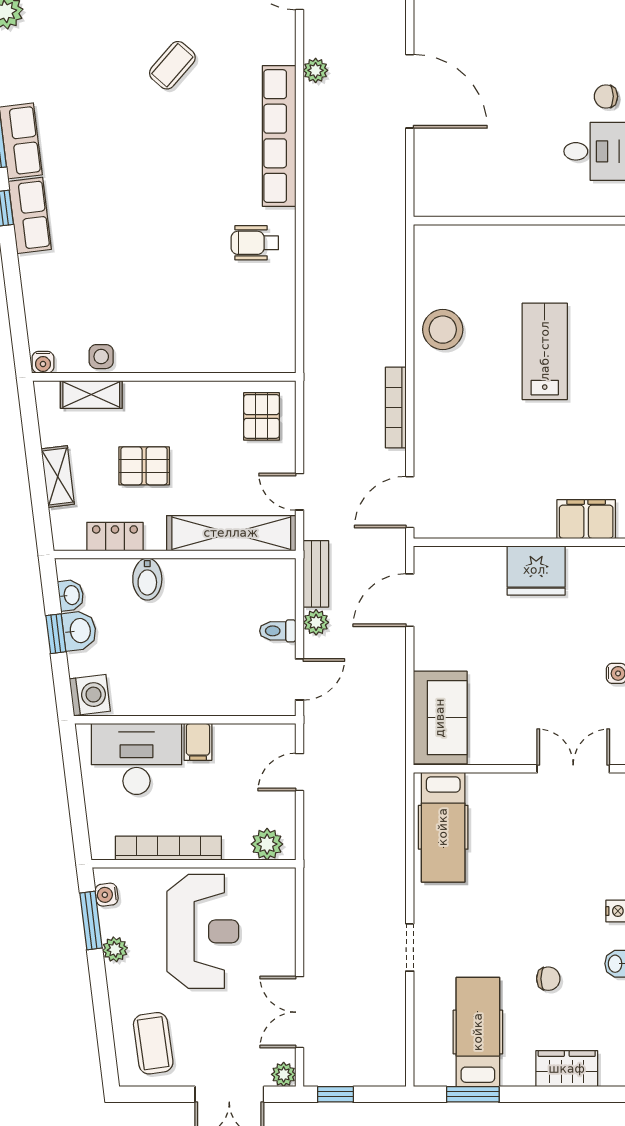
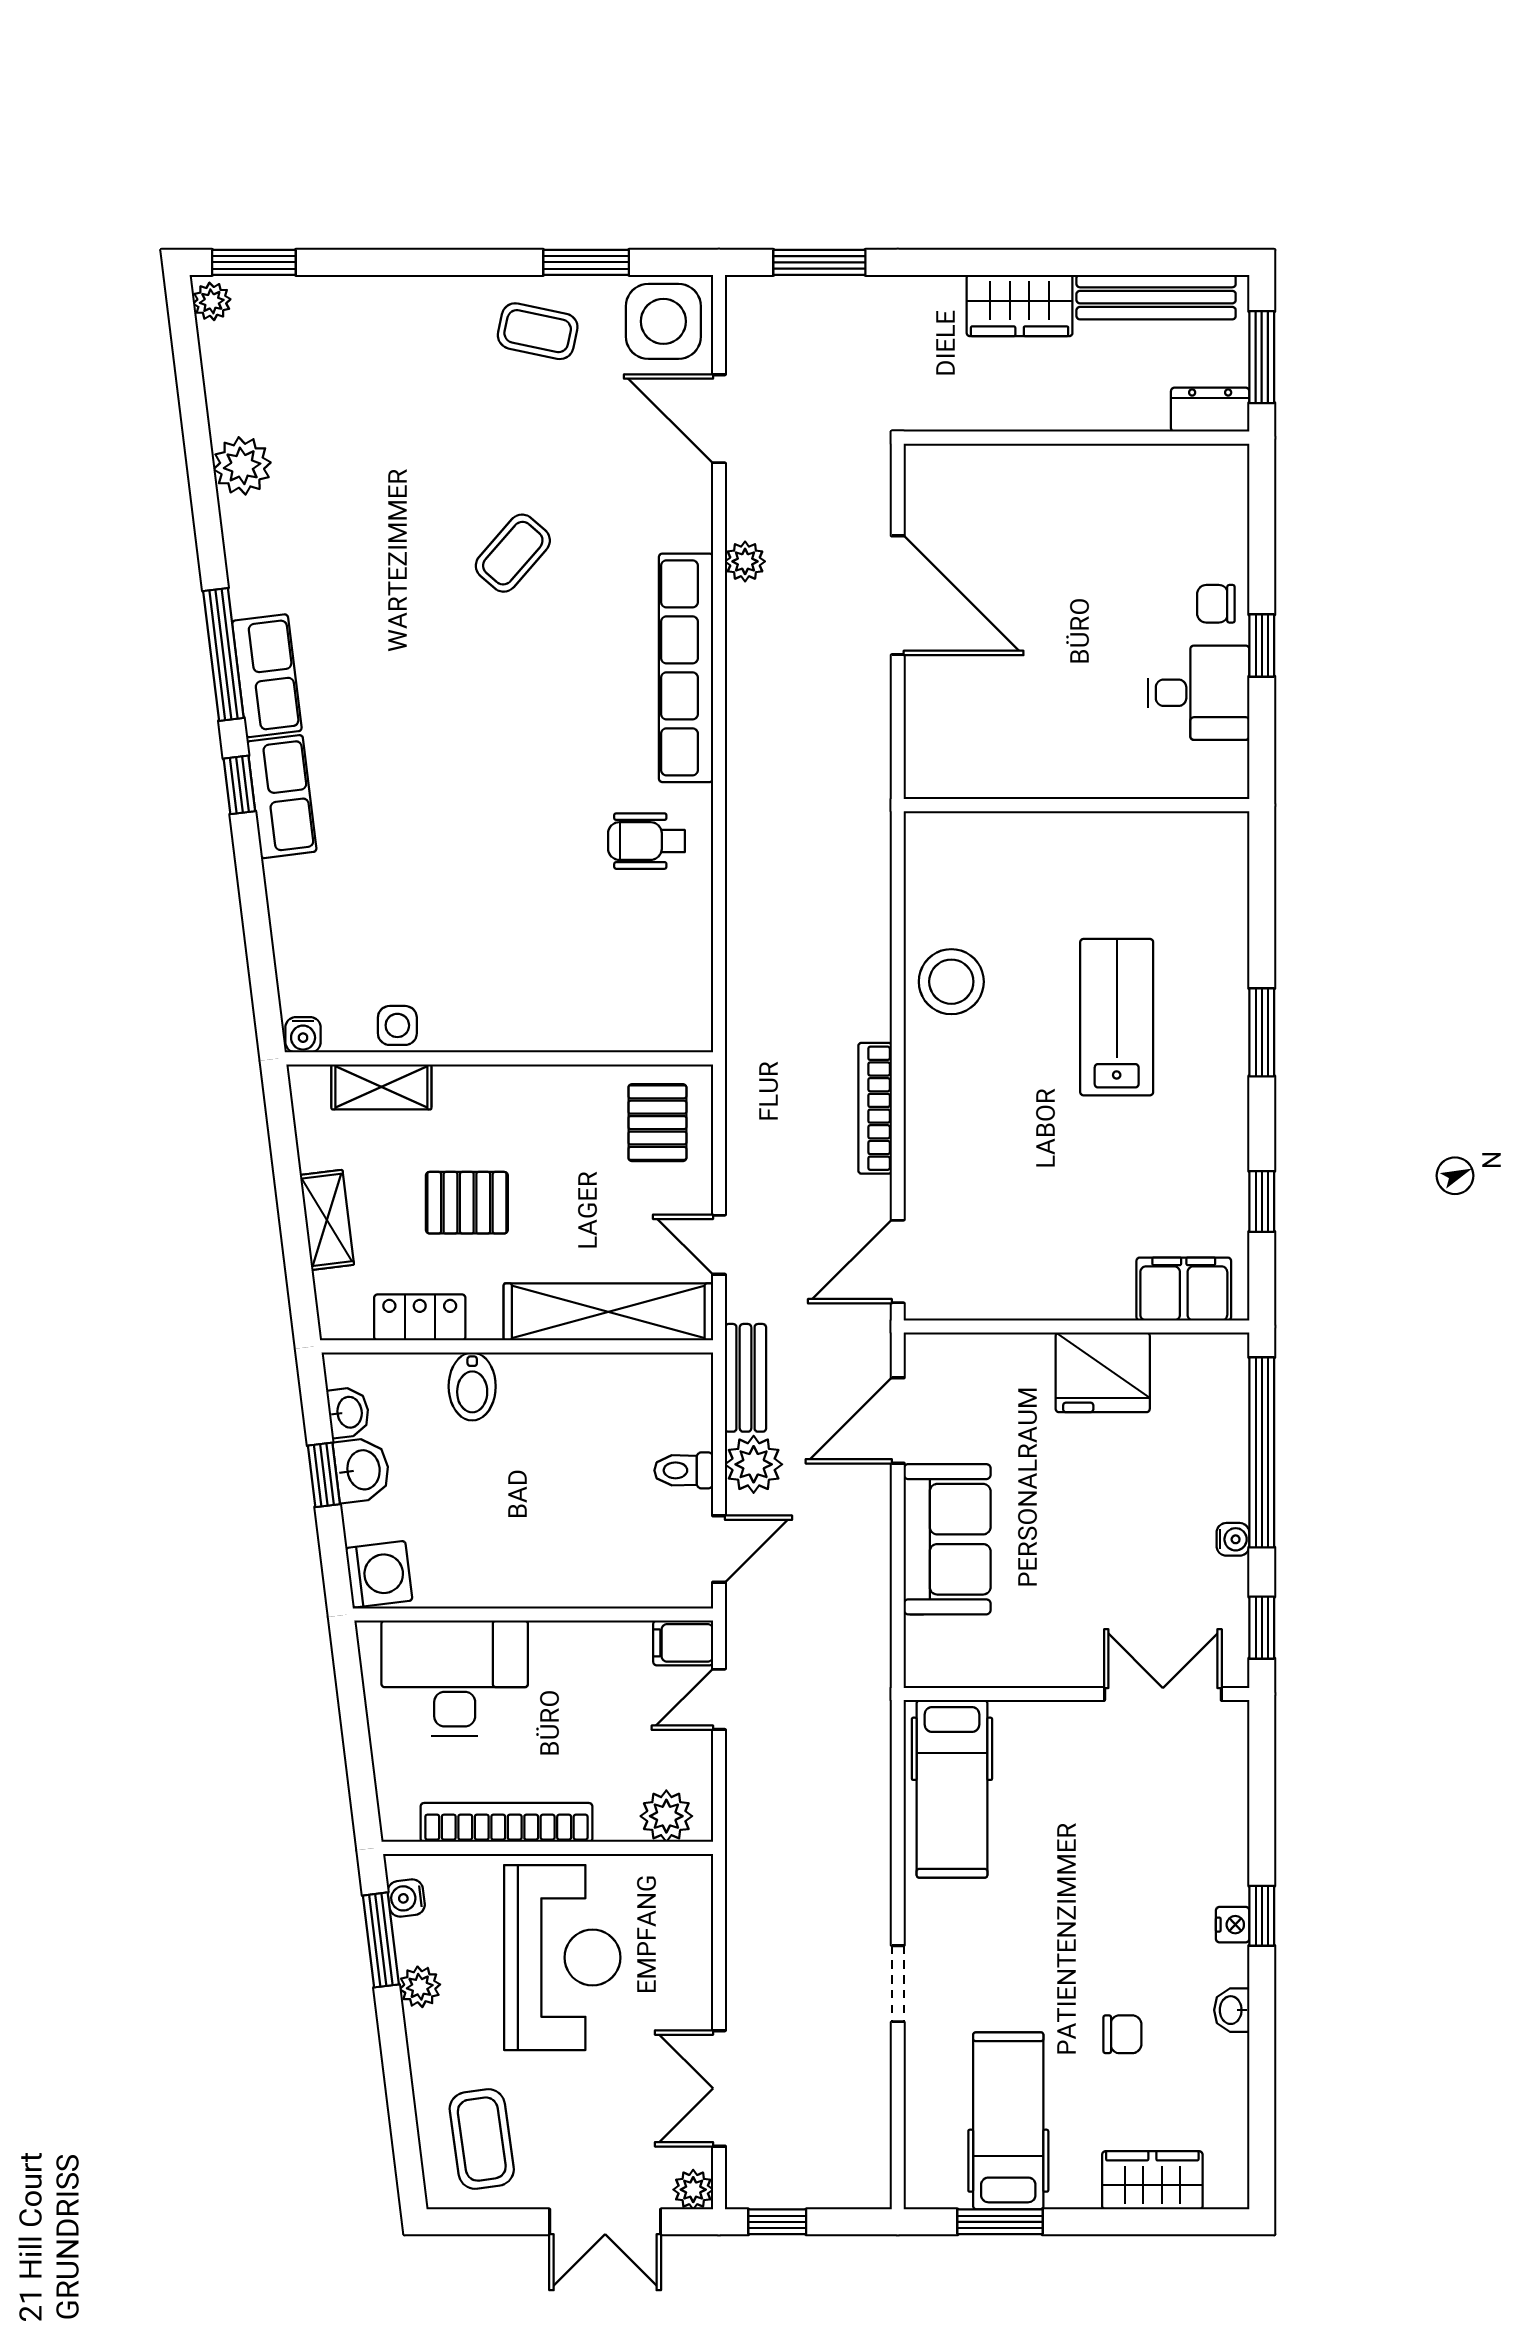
plant: (316, 622) -> (754, 1464), width x1.38, depth x1.38
sofa: (440, 718) -> (947, 1539), moved
filing cabinet: (198, 742) -> (683, 1643), moved, turned 90

